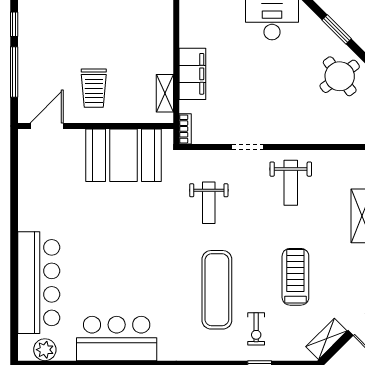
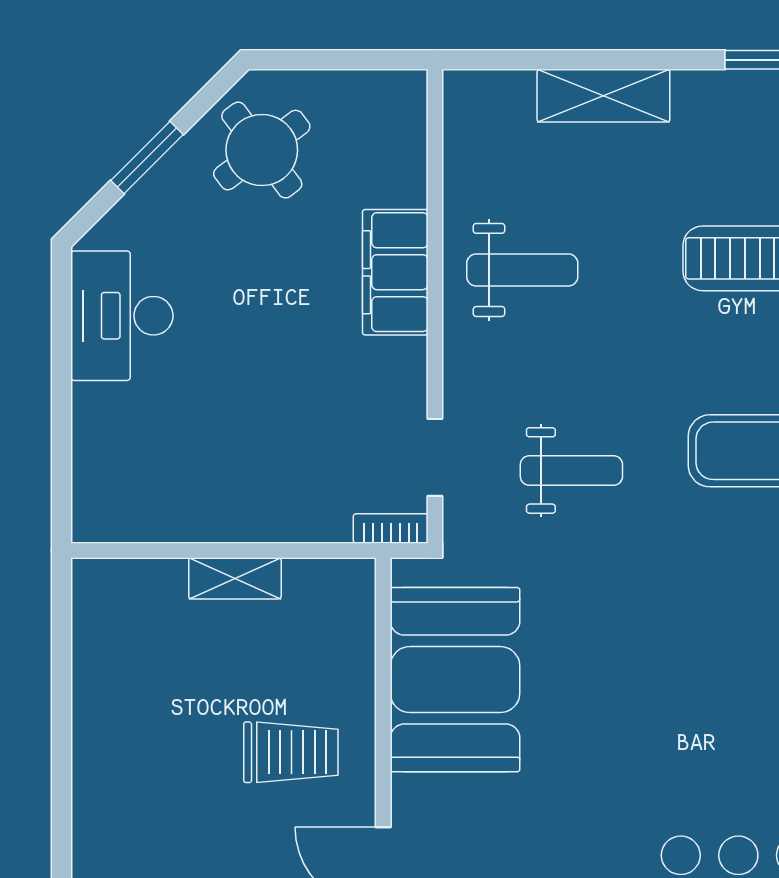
filing cabinet: (192, 74) -> (395, 272), moved, turned -90
shelving: (165, 93) -> (235, 578), moved
doorway: (248, 147) -> (435, 457), moved

